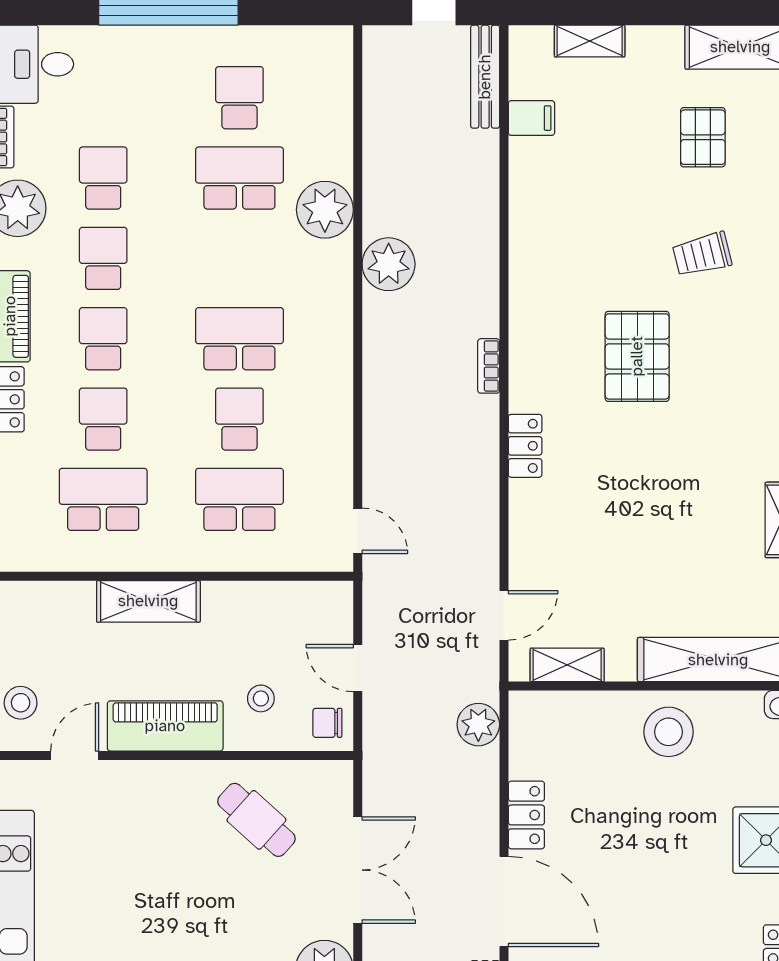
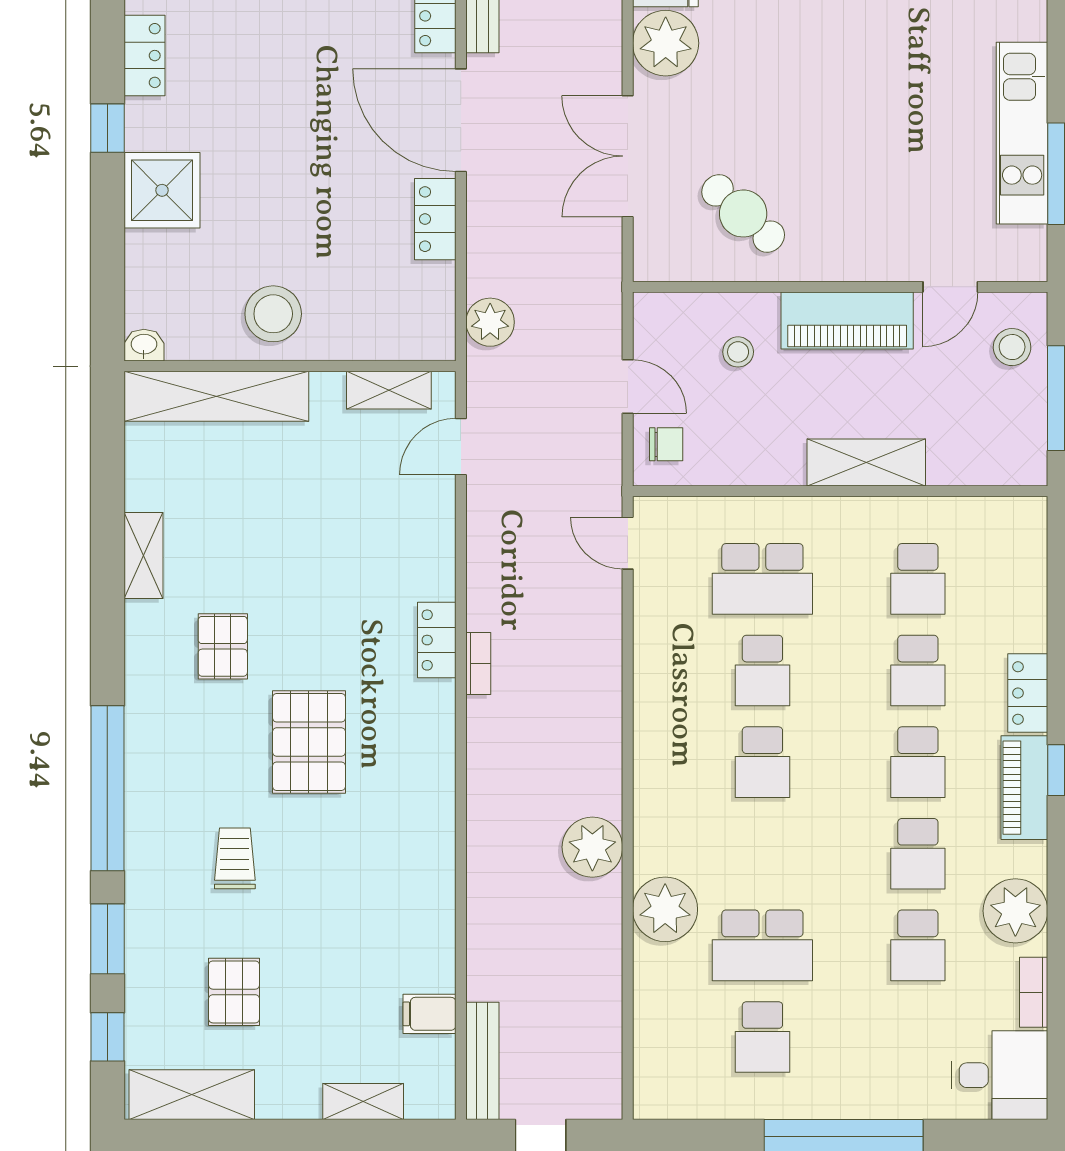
trolley: (702, 254) -> (235, 858), turned -76
school desk: (239, 339) -> (762, 762), width x0.54
bookcase: (489, 366) -> (478, 664), moved
pallet: (713, 440) -> (223, 646), added
school desk: (103, 499) -> (918, 579), width x0.54
chair: (327, 723) -> (666, 444), moved

